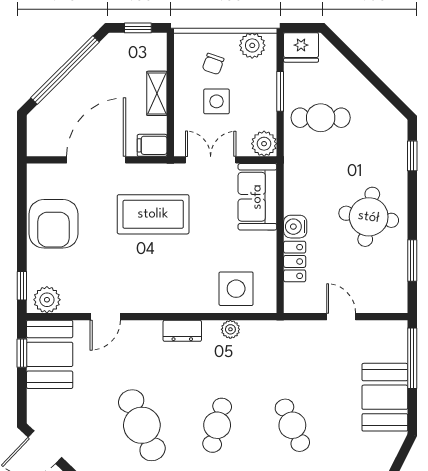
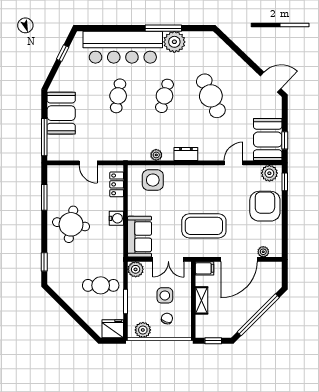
plant: (57, 172) -> (263, 252), added
armchair: (53, 224) -> (265, 206), moved
locker: (295, 261) -> (117, 184), moved
cafe table: (292, 425) -> (118, 96), turned 33

